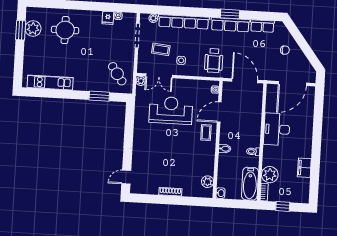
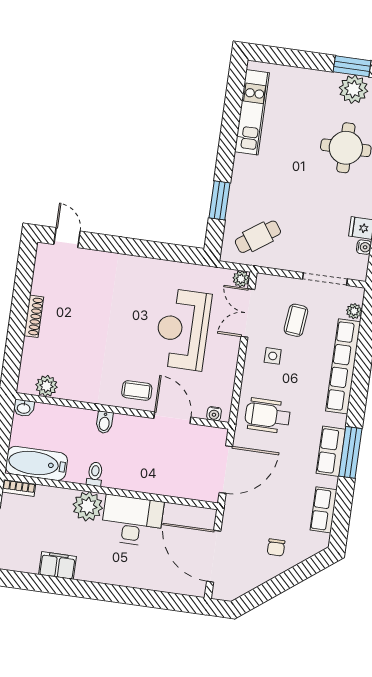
window: (230, 14) -> (350, 452), width x1.44
row of seats: (230, 25) -> (331, 451), width x0.68
reception desk: (171, 110) -> (183, 329), turned 180
plant: (270, 175) -> (88, 506), moved

